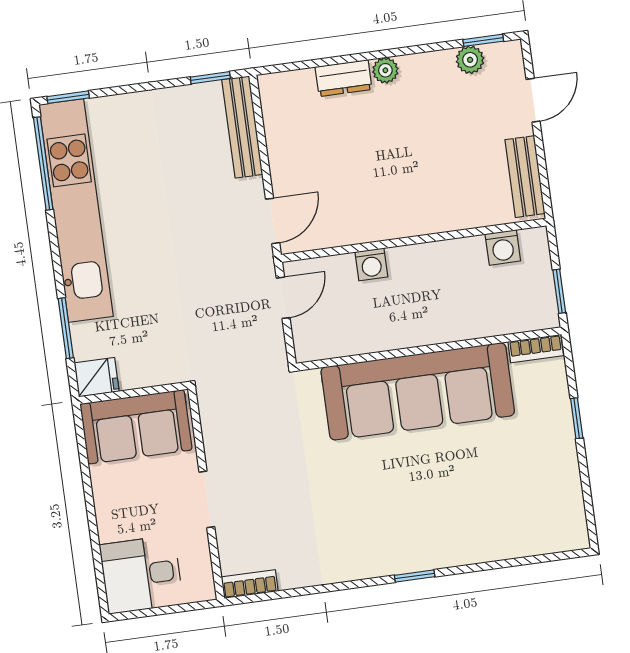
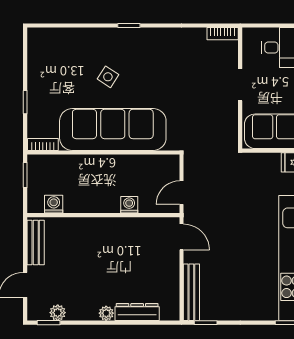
dresser: (344, 78) -> (137, 312), width x1.44
door: (273, 221) -> (182, 237), swing flipped
side table: (439, 482) -> (108, 77), added

